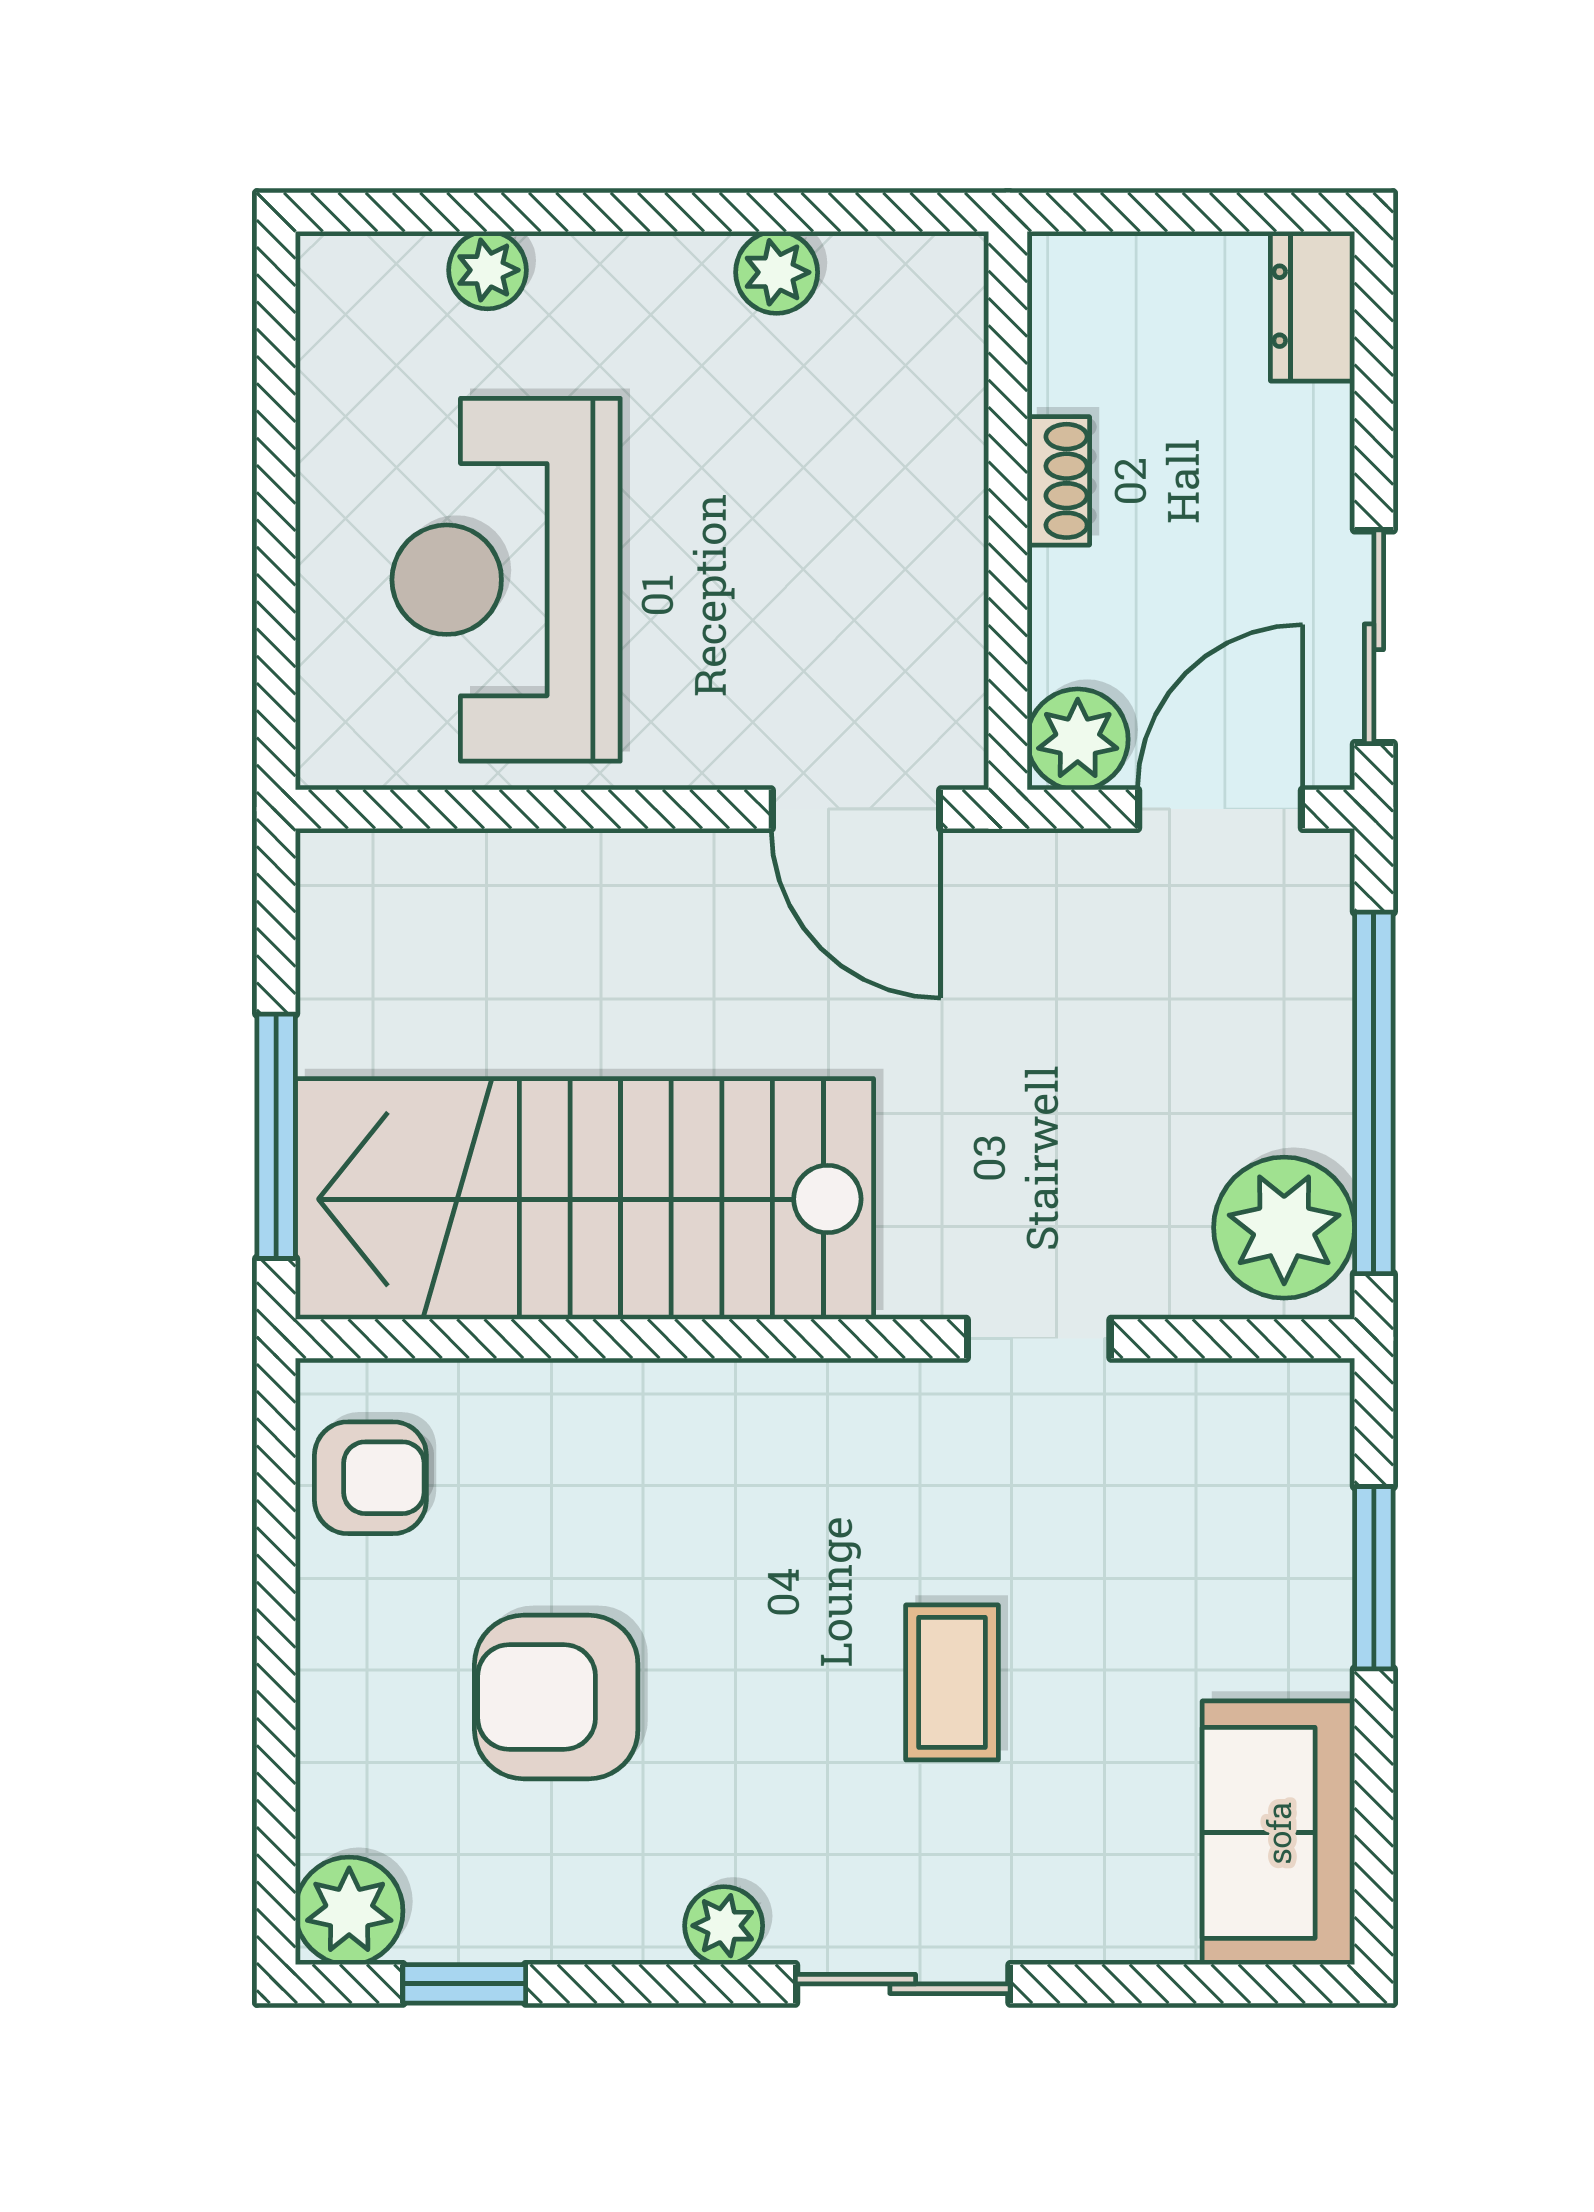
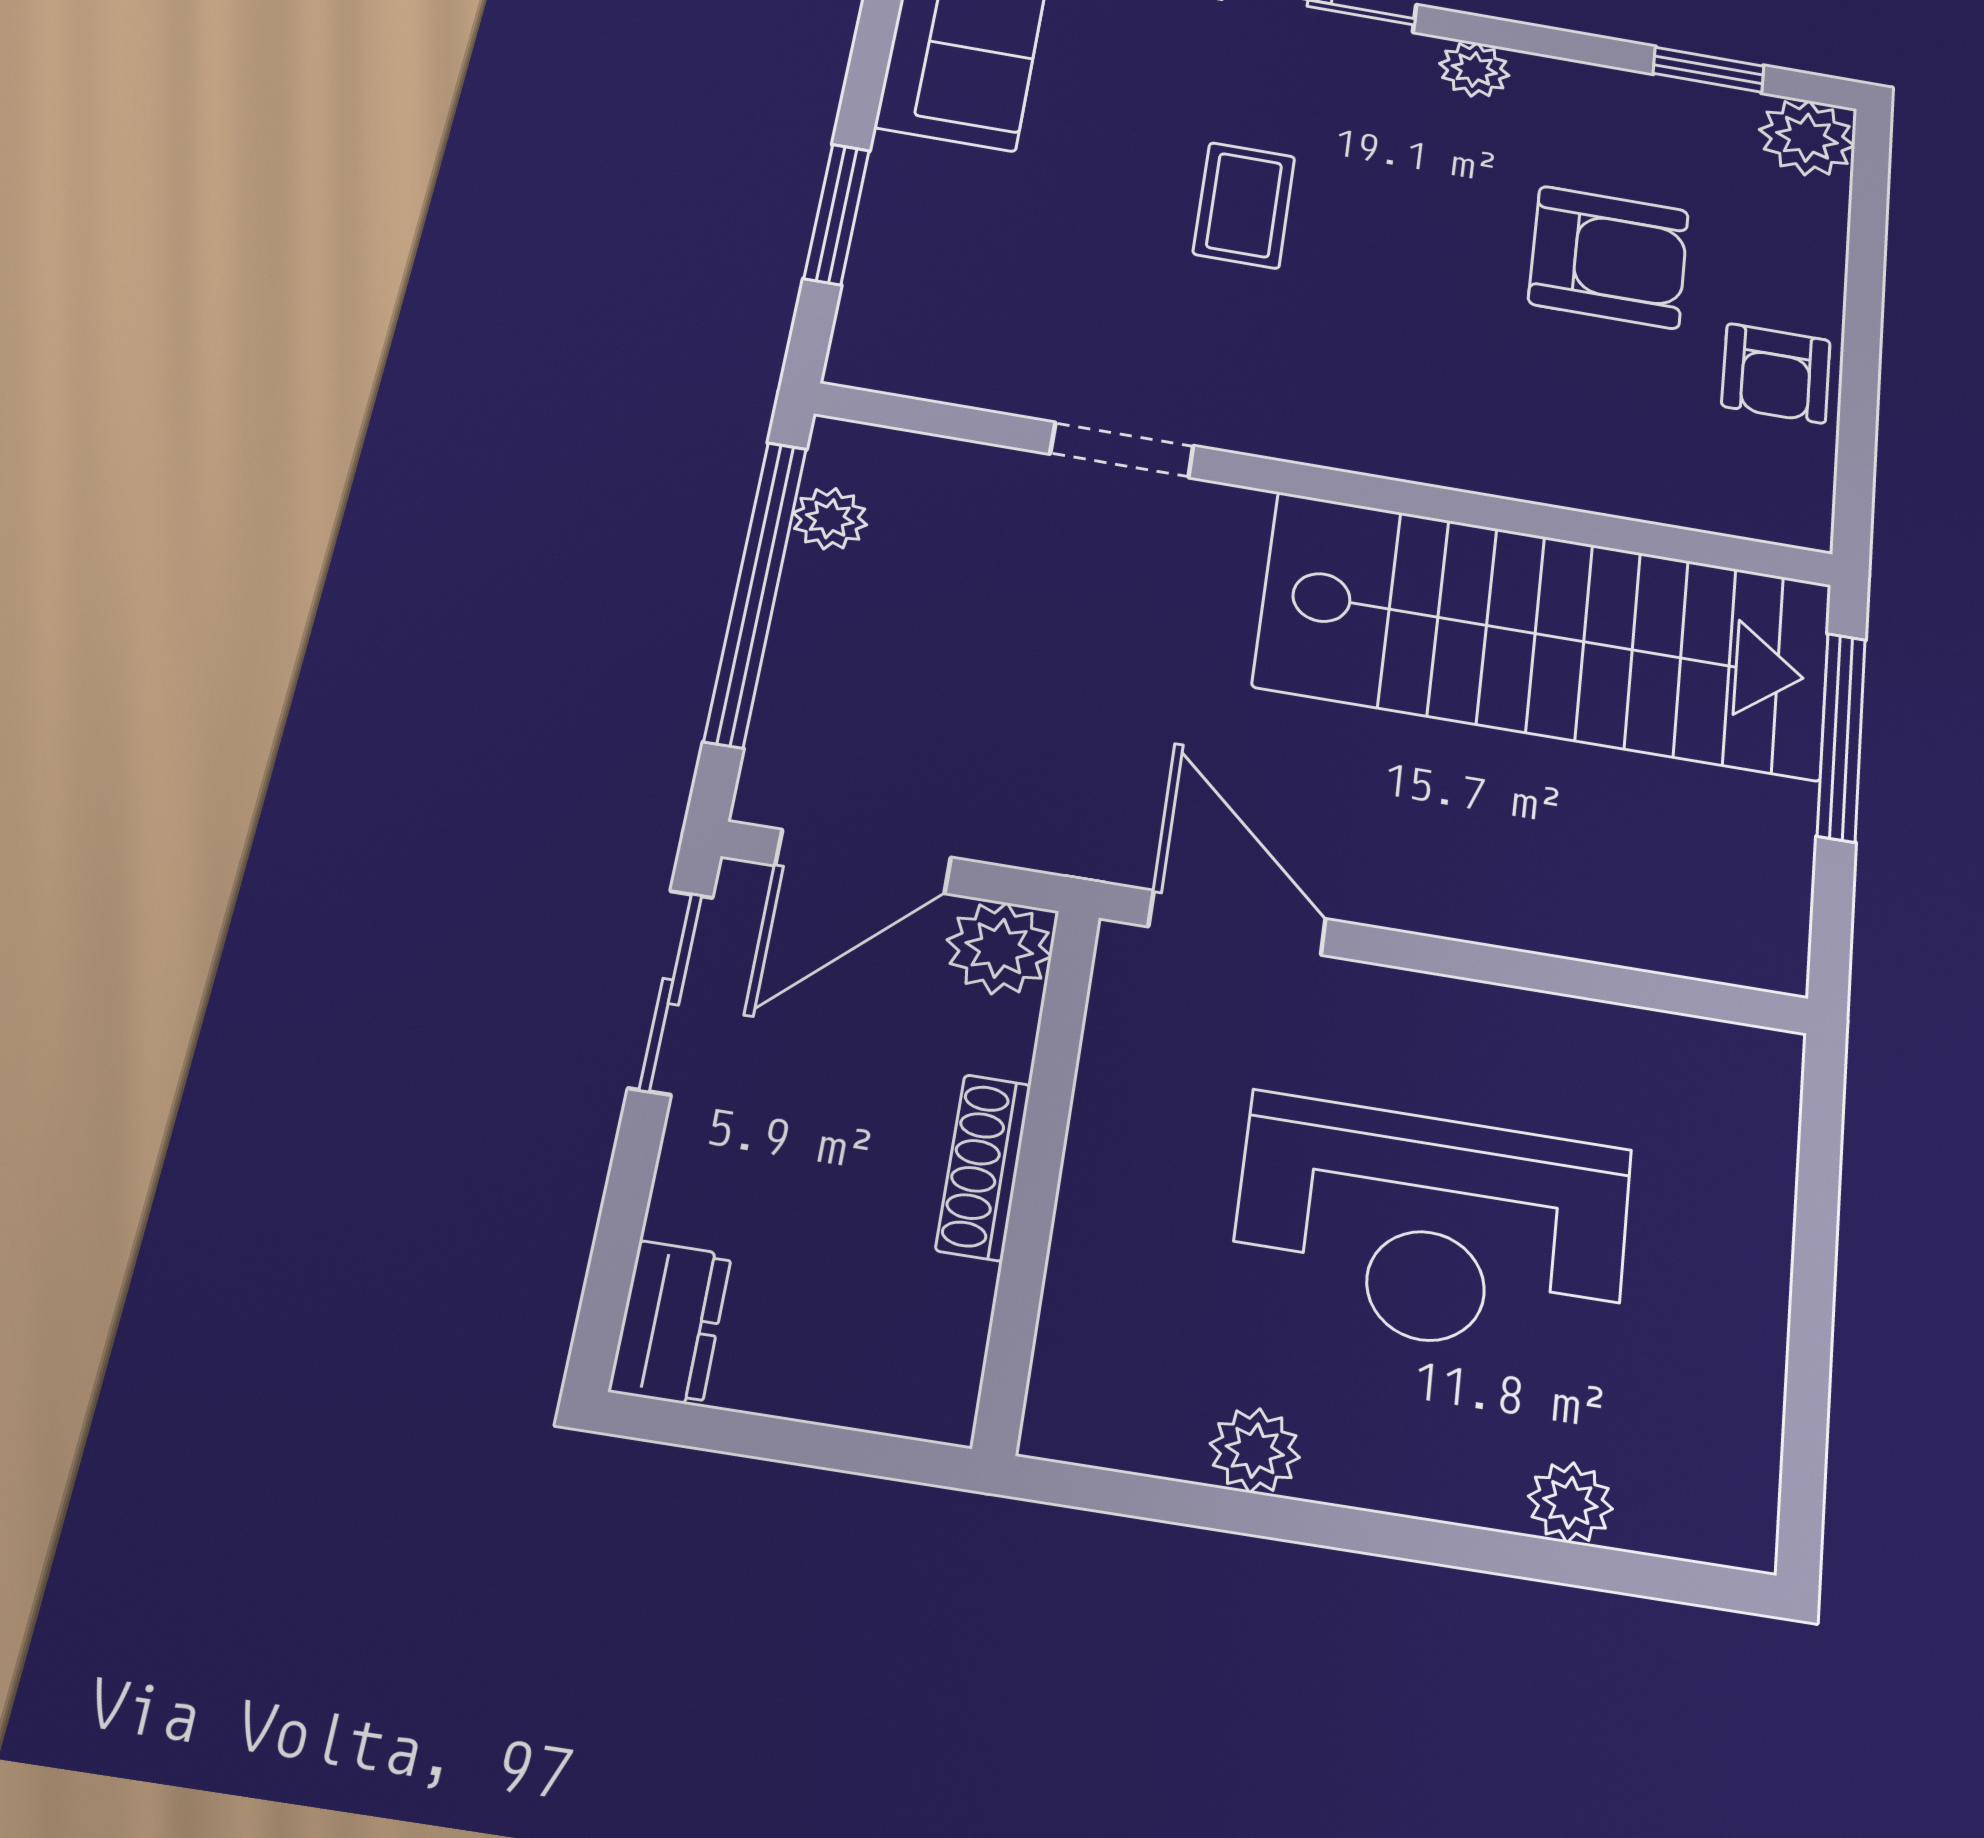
shoe rack: (1058, 481) -> (983, 1167), width x1.43
reception desk: (506, 580) -> (1431, 1228), moved, turned 90
plant: (1284, 1228) -> (830, 519), width x0.53, depth x0.53
armchair: (370, 1478) -> (1776, 373), moved, turned -90

